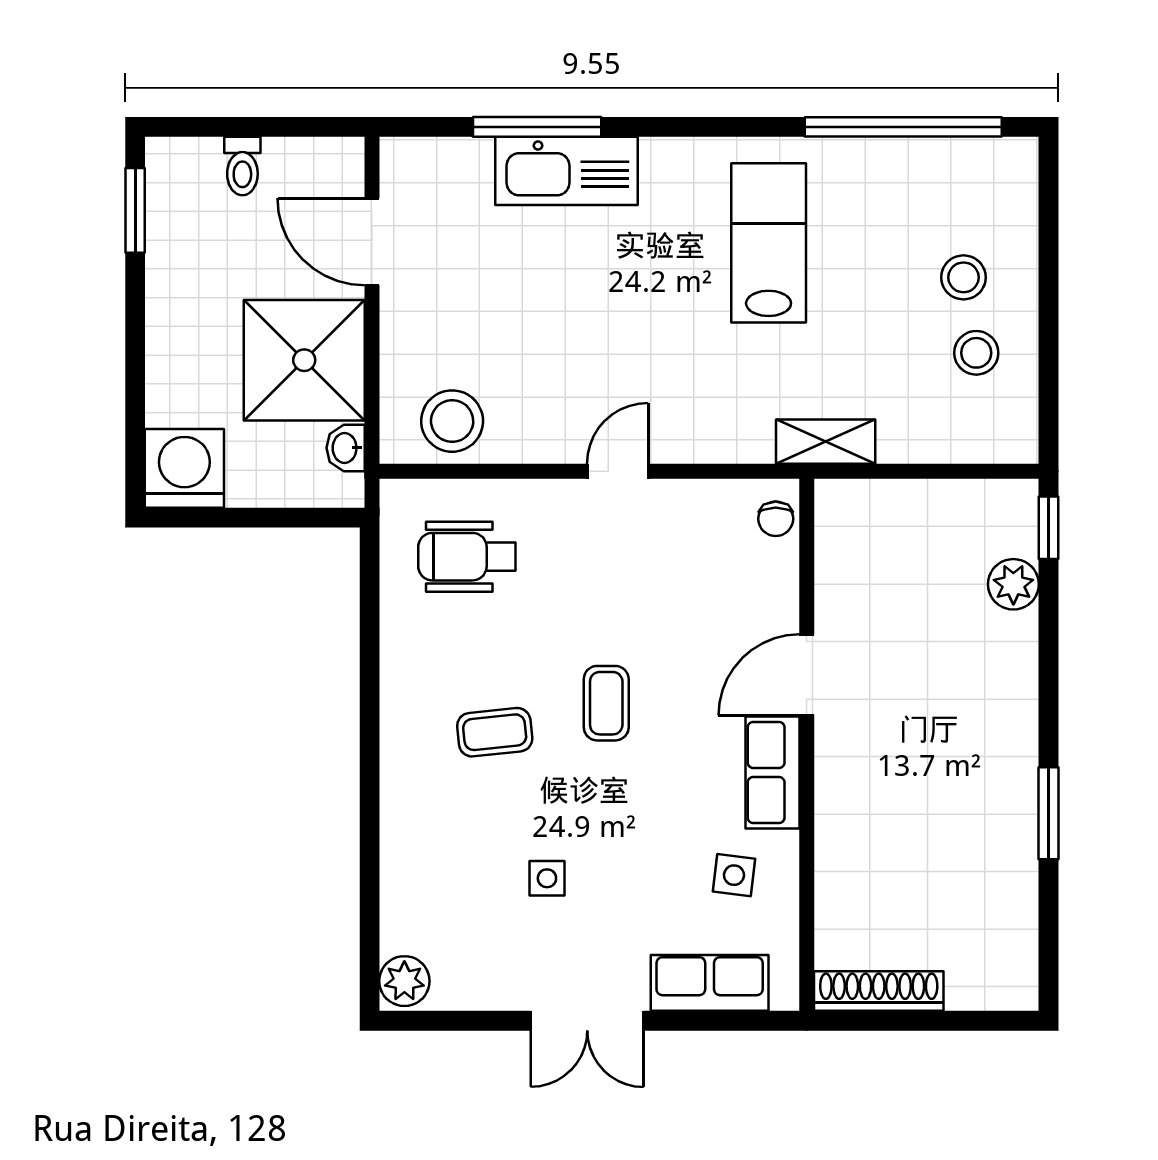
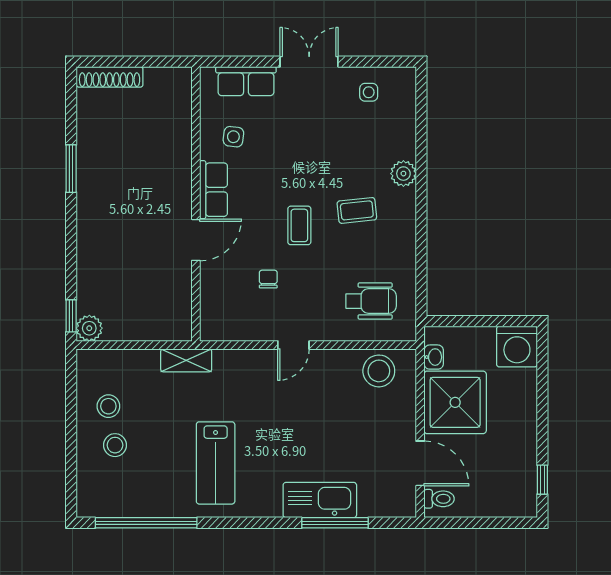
toilet: (242, 166) -> (439, 499), moved, turned 90
window: (135, 210) -> (542, 480), width x0.67
chair: (776, 519) -> (268, 279), moved
plant: (1013, 584) -> (89, 328), moved
side table: (547, 878) -> (369, 92), moved
plant: (404, 981) -> (403, 174), moved
shoe rack: (879, 991) -> (110, 77), moved

